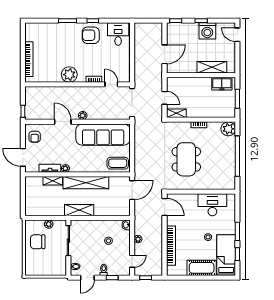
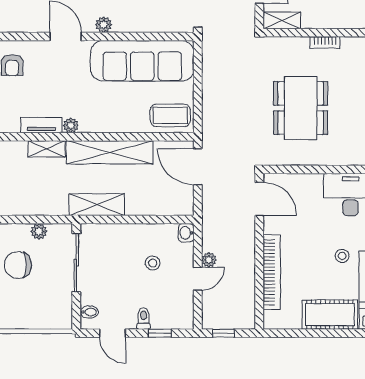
door: (132, 190) -> (198, 167), swing flipped
door: (132, 261) -> (198, 279), moved
door: (87, 278) -> (113, 333), hinge flipped

